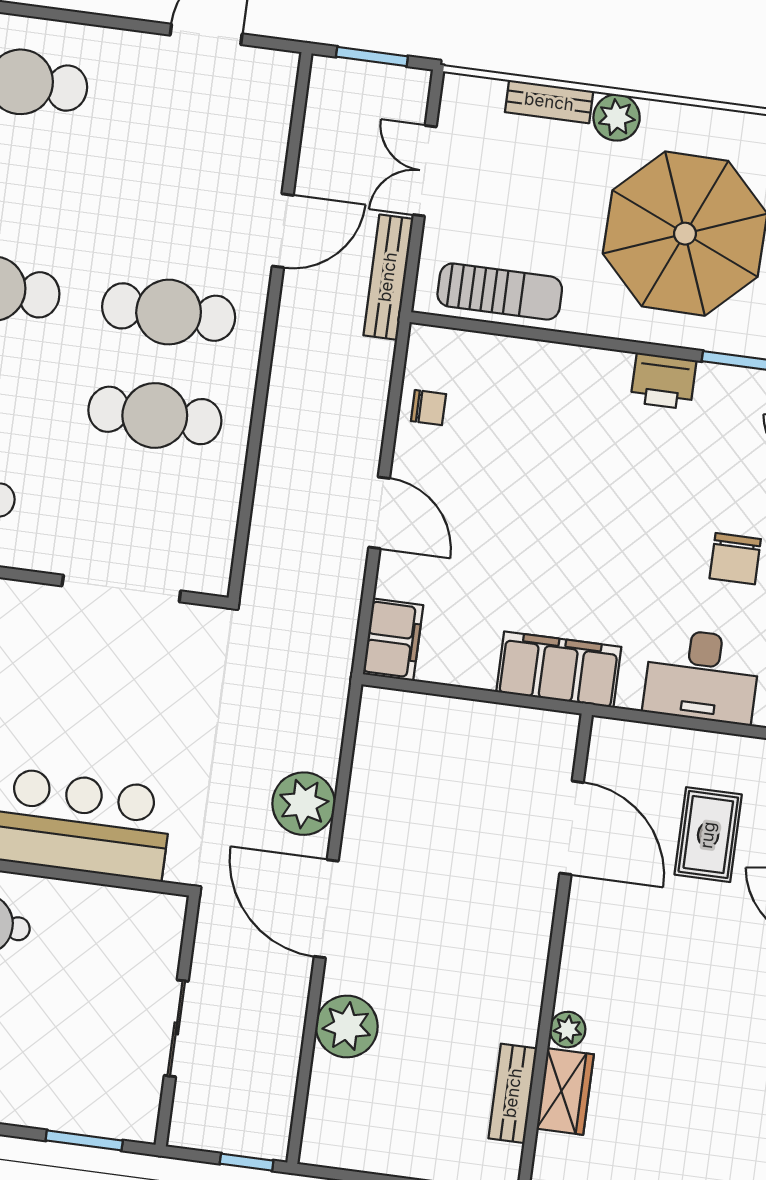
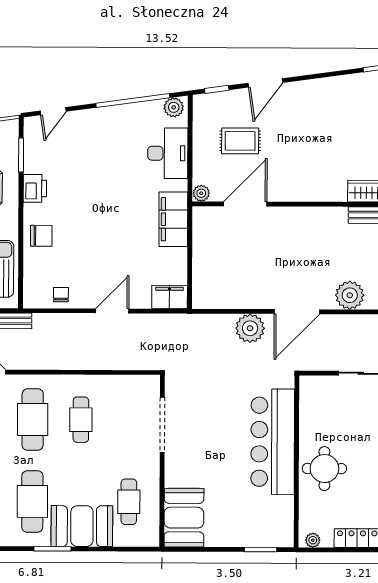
cafe table: (155, 415) -> (81, 420), width x0.73, depth x0.74
chair: (735, 559) -> (41, 236), moved
plant: (568, 1030) -> (201, 193), moved

